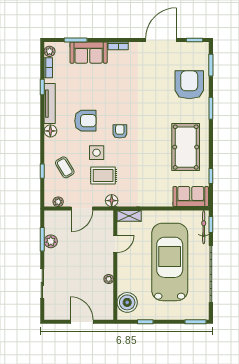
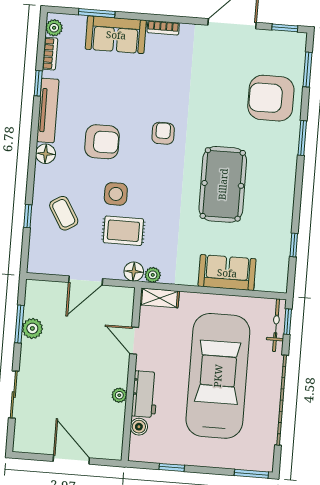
armchair: (189, 85) -> (271, 98), turned -90
armchair: (120, 131) -> (163, 133), moved
pool table: (186, 147) -> (223, 184), moved
sofa: (191, 197) -> (227, 273), moved
plant: (58, 202) -> (153, 275), moved
door: (115, 244) -> (134, 341), swing flipped
workbench: (125, 277) -> (145, 394), added
boiler: (127, 302) -> (139, 427), width x0.54, depth x0.54

